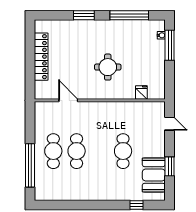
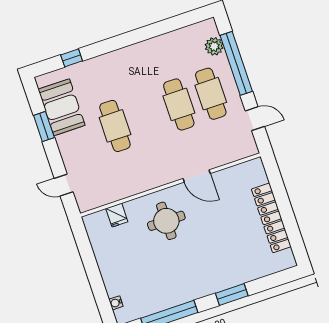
window: (170, 45) -> (100, 293), removed
round table: (108, 67) -> (166, 221), moved
door: (68, 100) -> (197, 176), moved
door: (30, 125) -> (255, 119), added
plant: (41, 181) -> (214, 46), added

